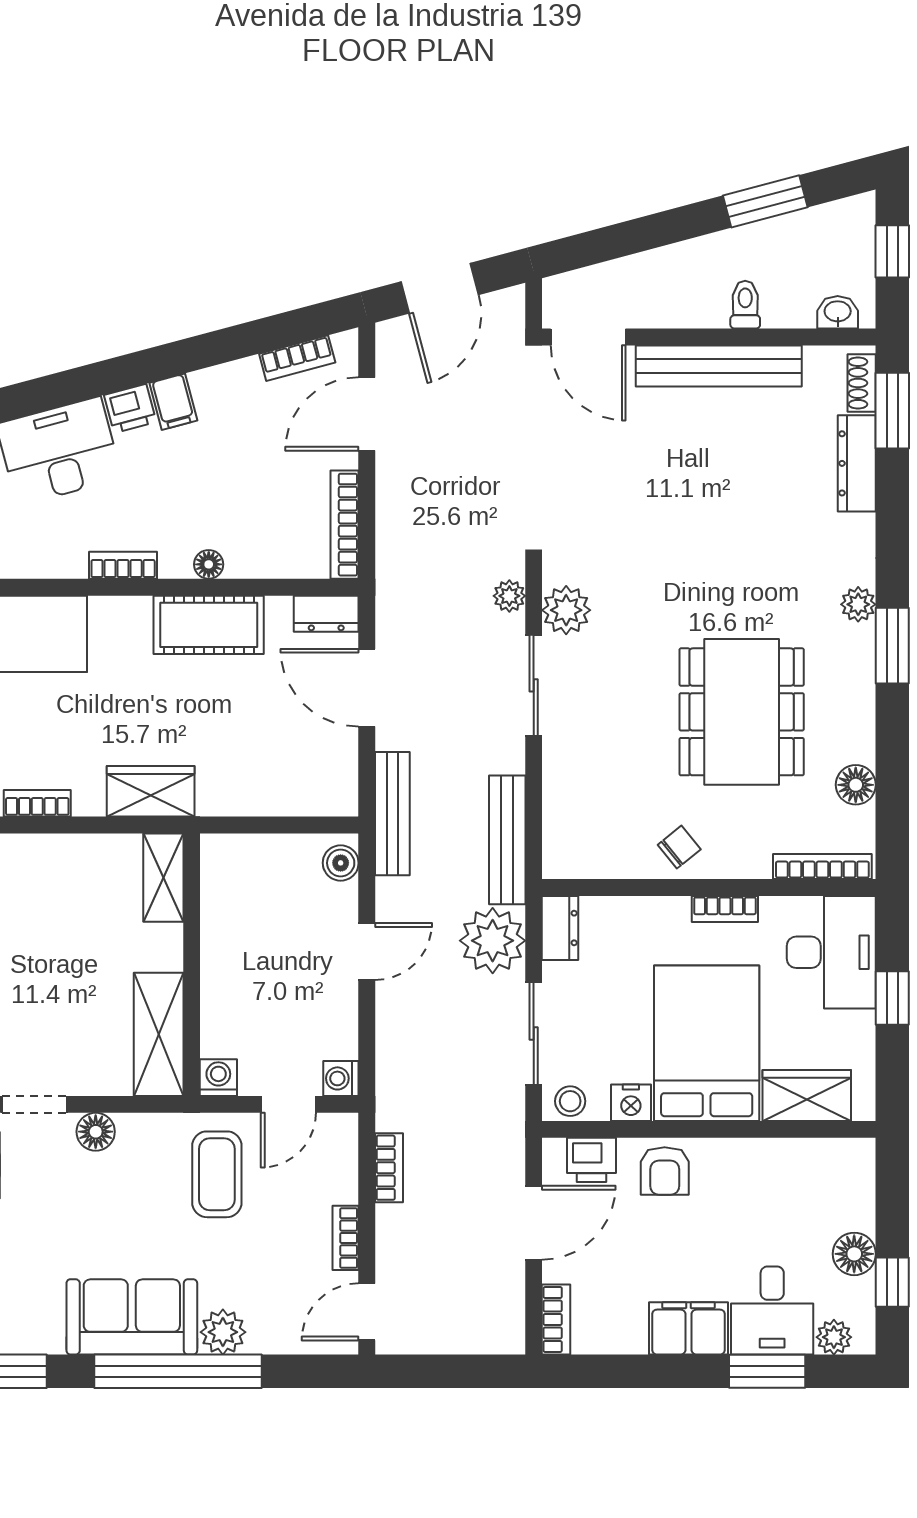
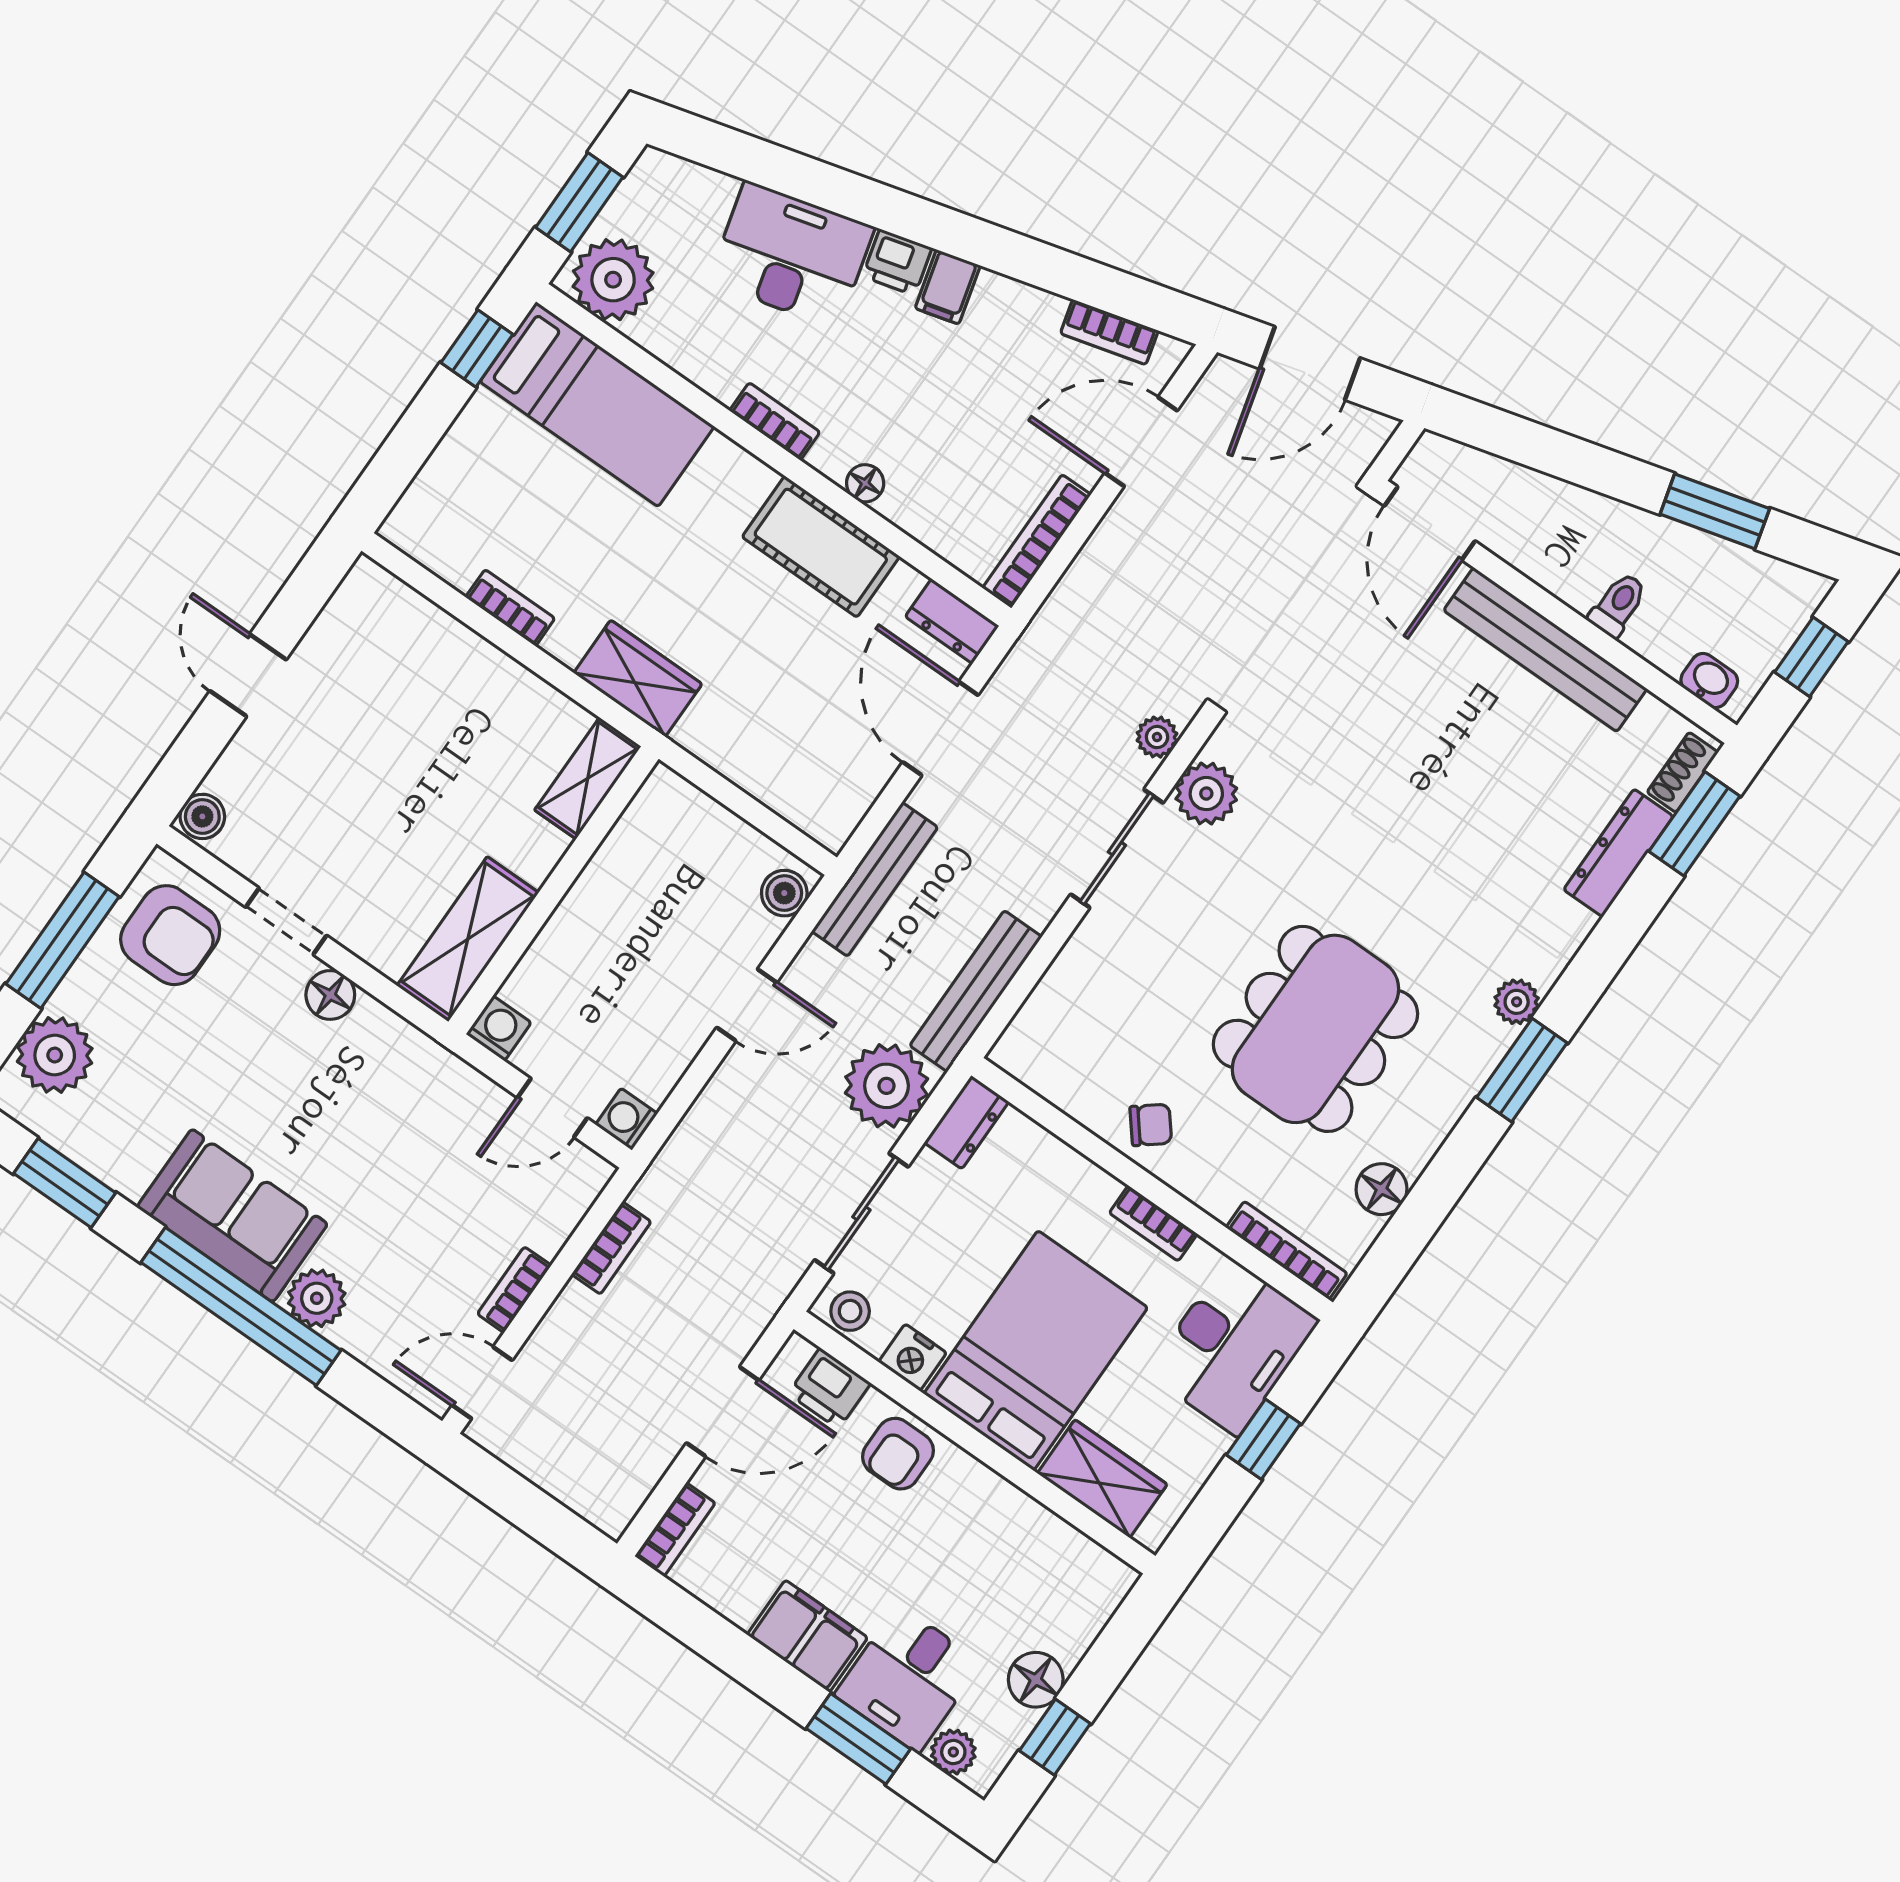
coffee table: (217, 1174) -> (426, 1128), removed

